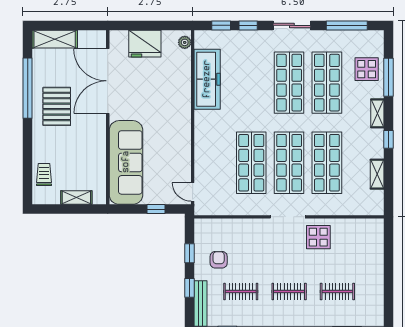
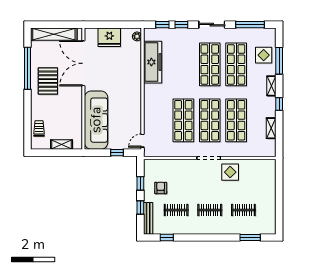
shelving: (55, 39) -> (54, 34), width x1.47
door: (193, 192) -> (143, 141), hinge flipped

